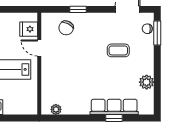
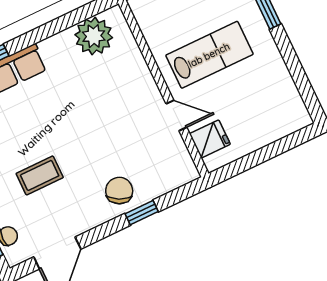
chair: (66, 28) -> (119, 191), moved
plant: (56, 109) -> (94, 36), width x1.88, depth x1.88

